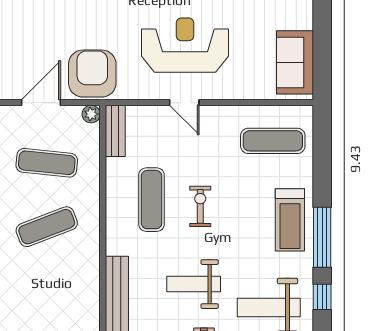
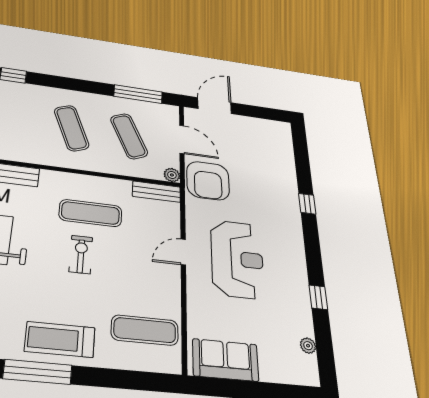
armchair: (92, 74) -> (208, 181), turned 90
exercise mat: (273, 141) -> (145, 330), turned 90
exercise mat: (47, 163) -> (129, 136), turned -30
exercise bike: (200, 206) -> (81, 254), turned -90

